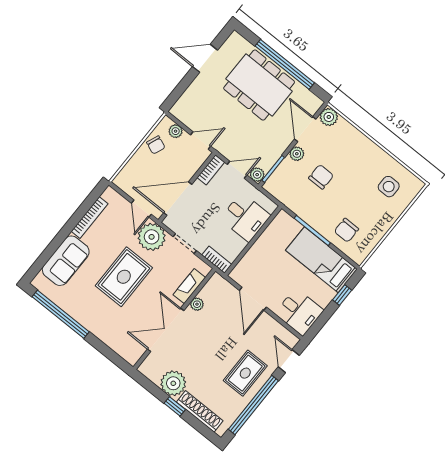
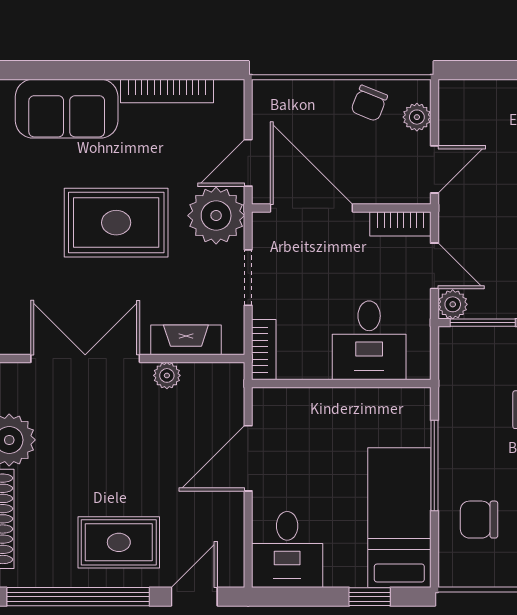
door: (201, 140) -> (434, 169), hinge flipped

